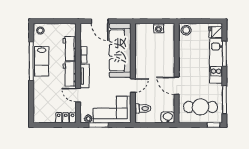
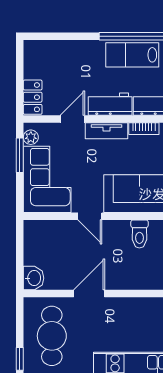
toilet: (143, 109) -> (139, 234), moved

